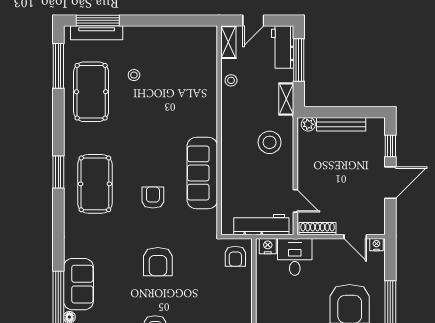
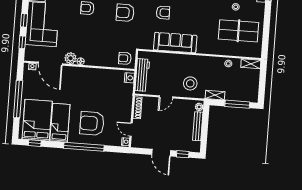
door: (253, 20) -> (262, 79), removed
workbench: (283, 47) -> (246, 95), removed
table tennis table: (174, 67) -> (238, 31), added
door: (295, 201) -> (166, 97), moved
door: (355, 237) -> (131, 130), hinge flipped
desk: (295, 257) -> (122, 93), removed

